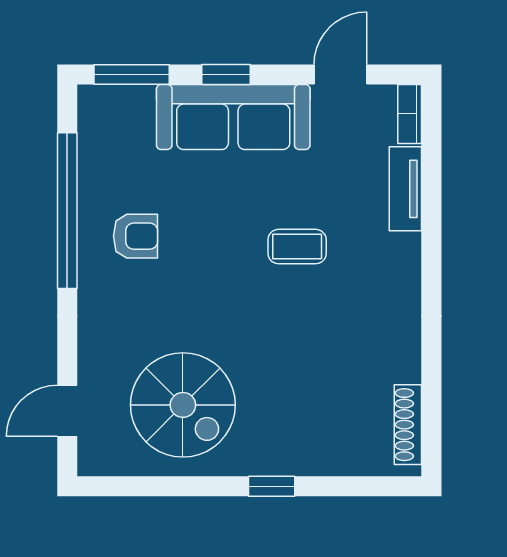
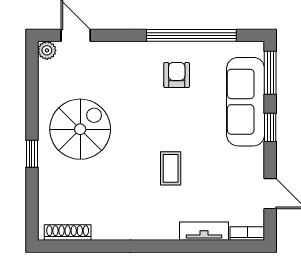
sofa: (233, 117) -> (246, 102), moved
armchair: (136, 236) -> (177, 75), turned 180
spiral stairs: (183, 405) -> (80, 129), moved, turned 180
plant: (93, 460) -> (47, 50), added

